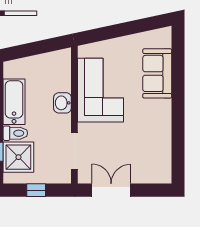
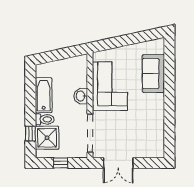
doorway: (74, 151) -> (90, 133), width x1.36
double door: (111, 190) -> (118, 163), swing flipped

